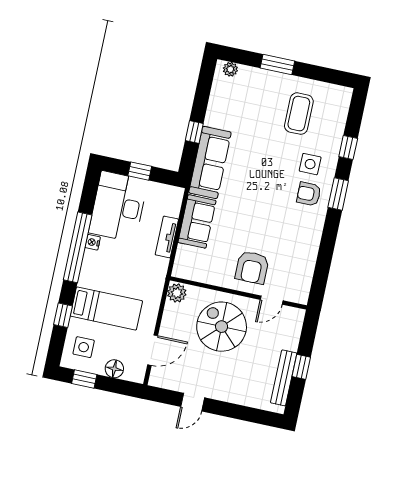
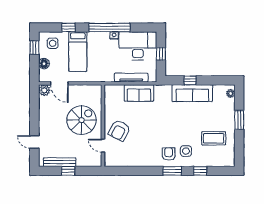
sofa: (210, 162) -> (192, 93), moved
tv unit: (167, 237) -> (131, 78), width x1.41
armchair: (252, 267) -> (119, 130), turned -63
plant: (177, 293) -> (44, 90), moved
door: (193, 402) -> (34, 142), moved

